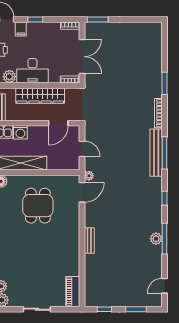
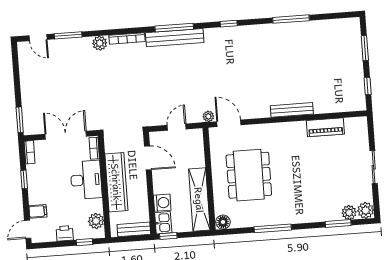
window: (35, 19) -> (24, 179), moved
desk: (32, 71) -> (86, 180), moved
window: (164, 83) -> (68, 35), moved
dining table: (38, 206) -> (249, 175), width x1.37
plant: (156, 239) -> (100, 43), moved
window: (164, 239) -> (291, 19), moved
bench: (89, 240) -> (292, 110), width x1.36
door: (164, 286) -> (38, 38), moved
piano: (73, 292) -> (325, 127), moved

